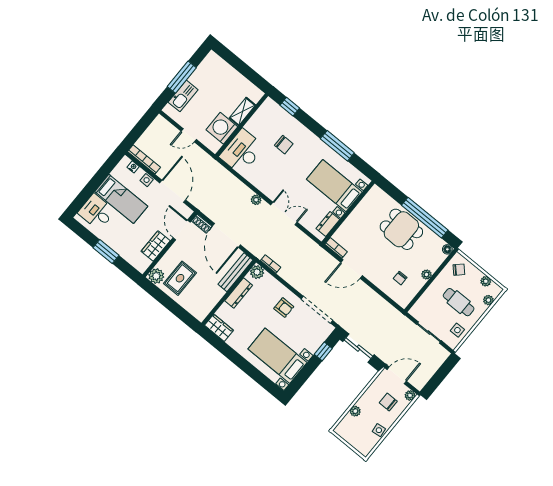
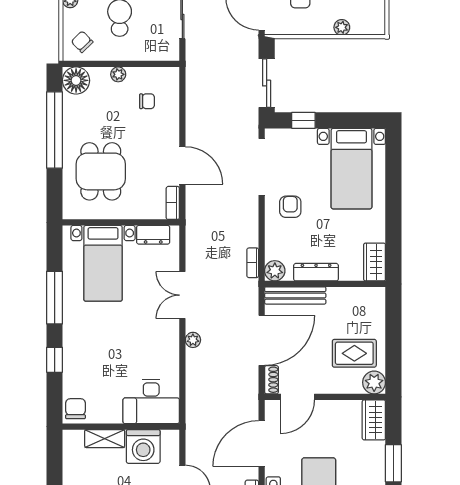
window: (290, 107) -> (55, 360), moved
chair: (284, 145) -> (75, 409), moved
dining table: (401, 229) -> (101, 171), moved
wardrobe: (156, 246) -> (374, 420), moved, turned 90
floor lamp: (447, 249) -> (76, 80), width x1.89, depth x1.89

